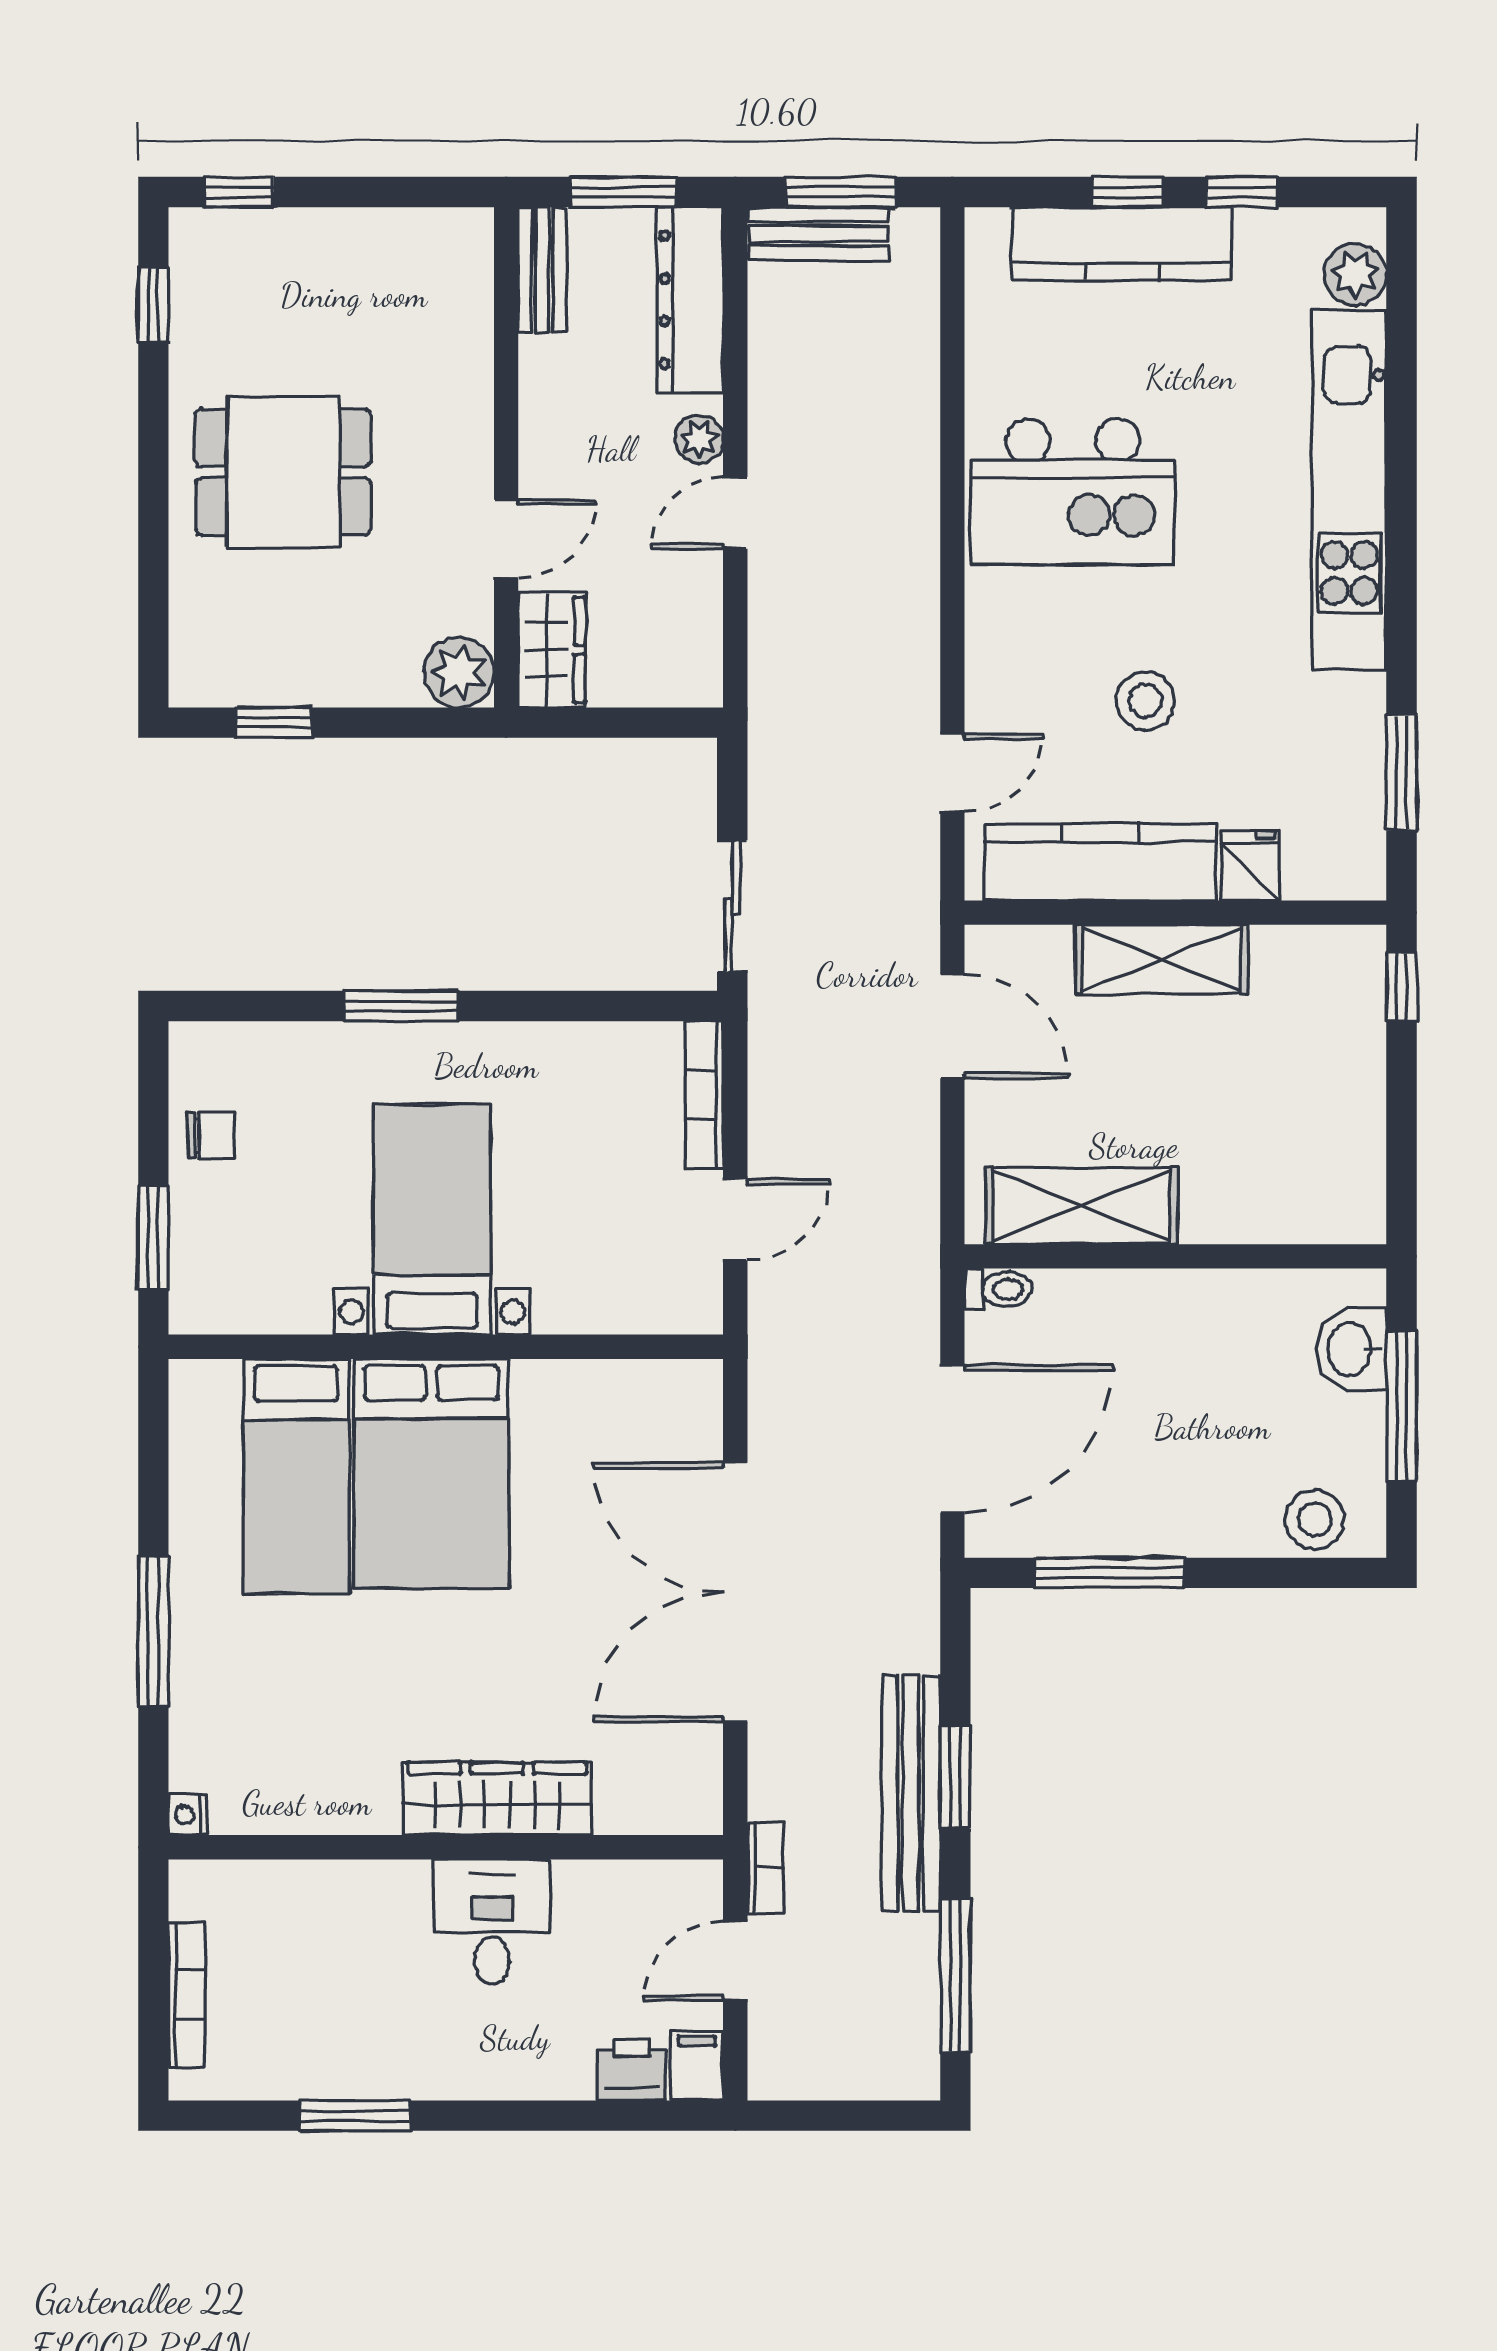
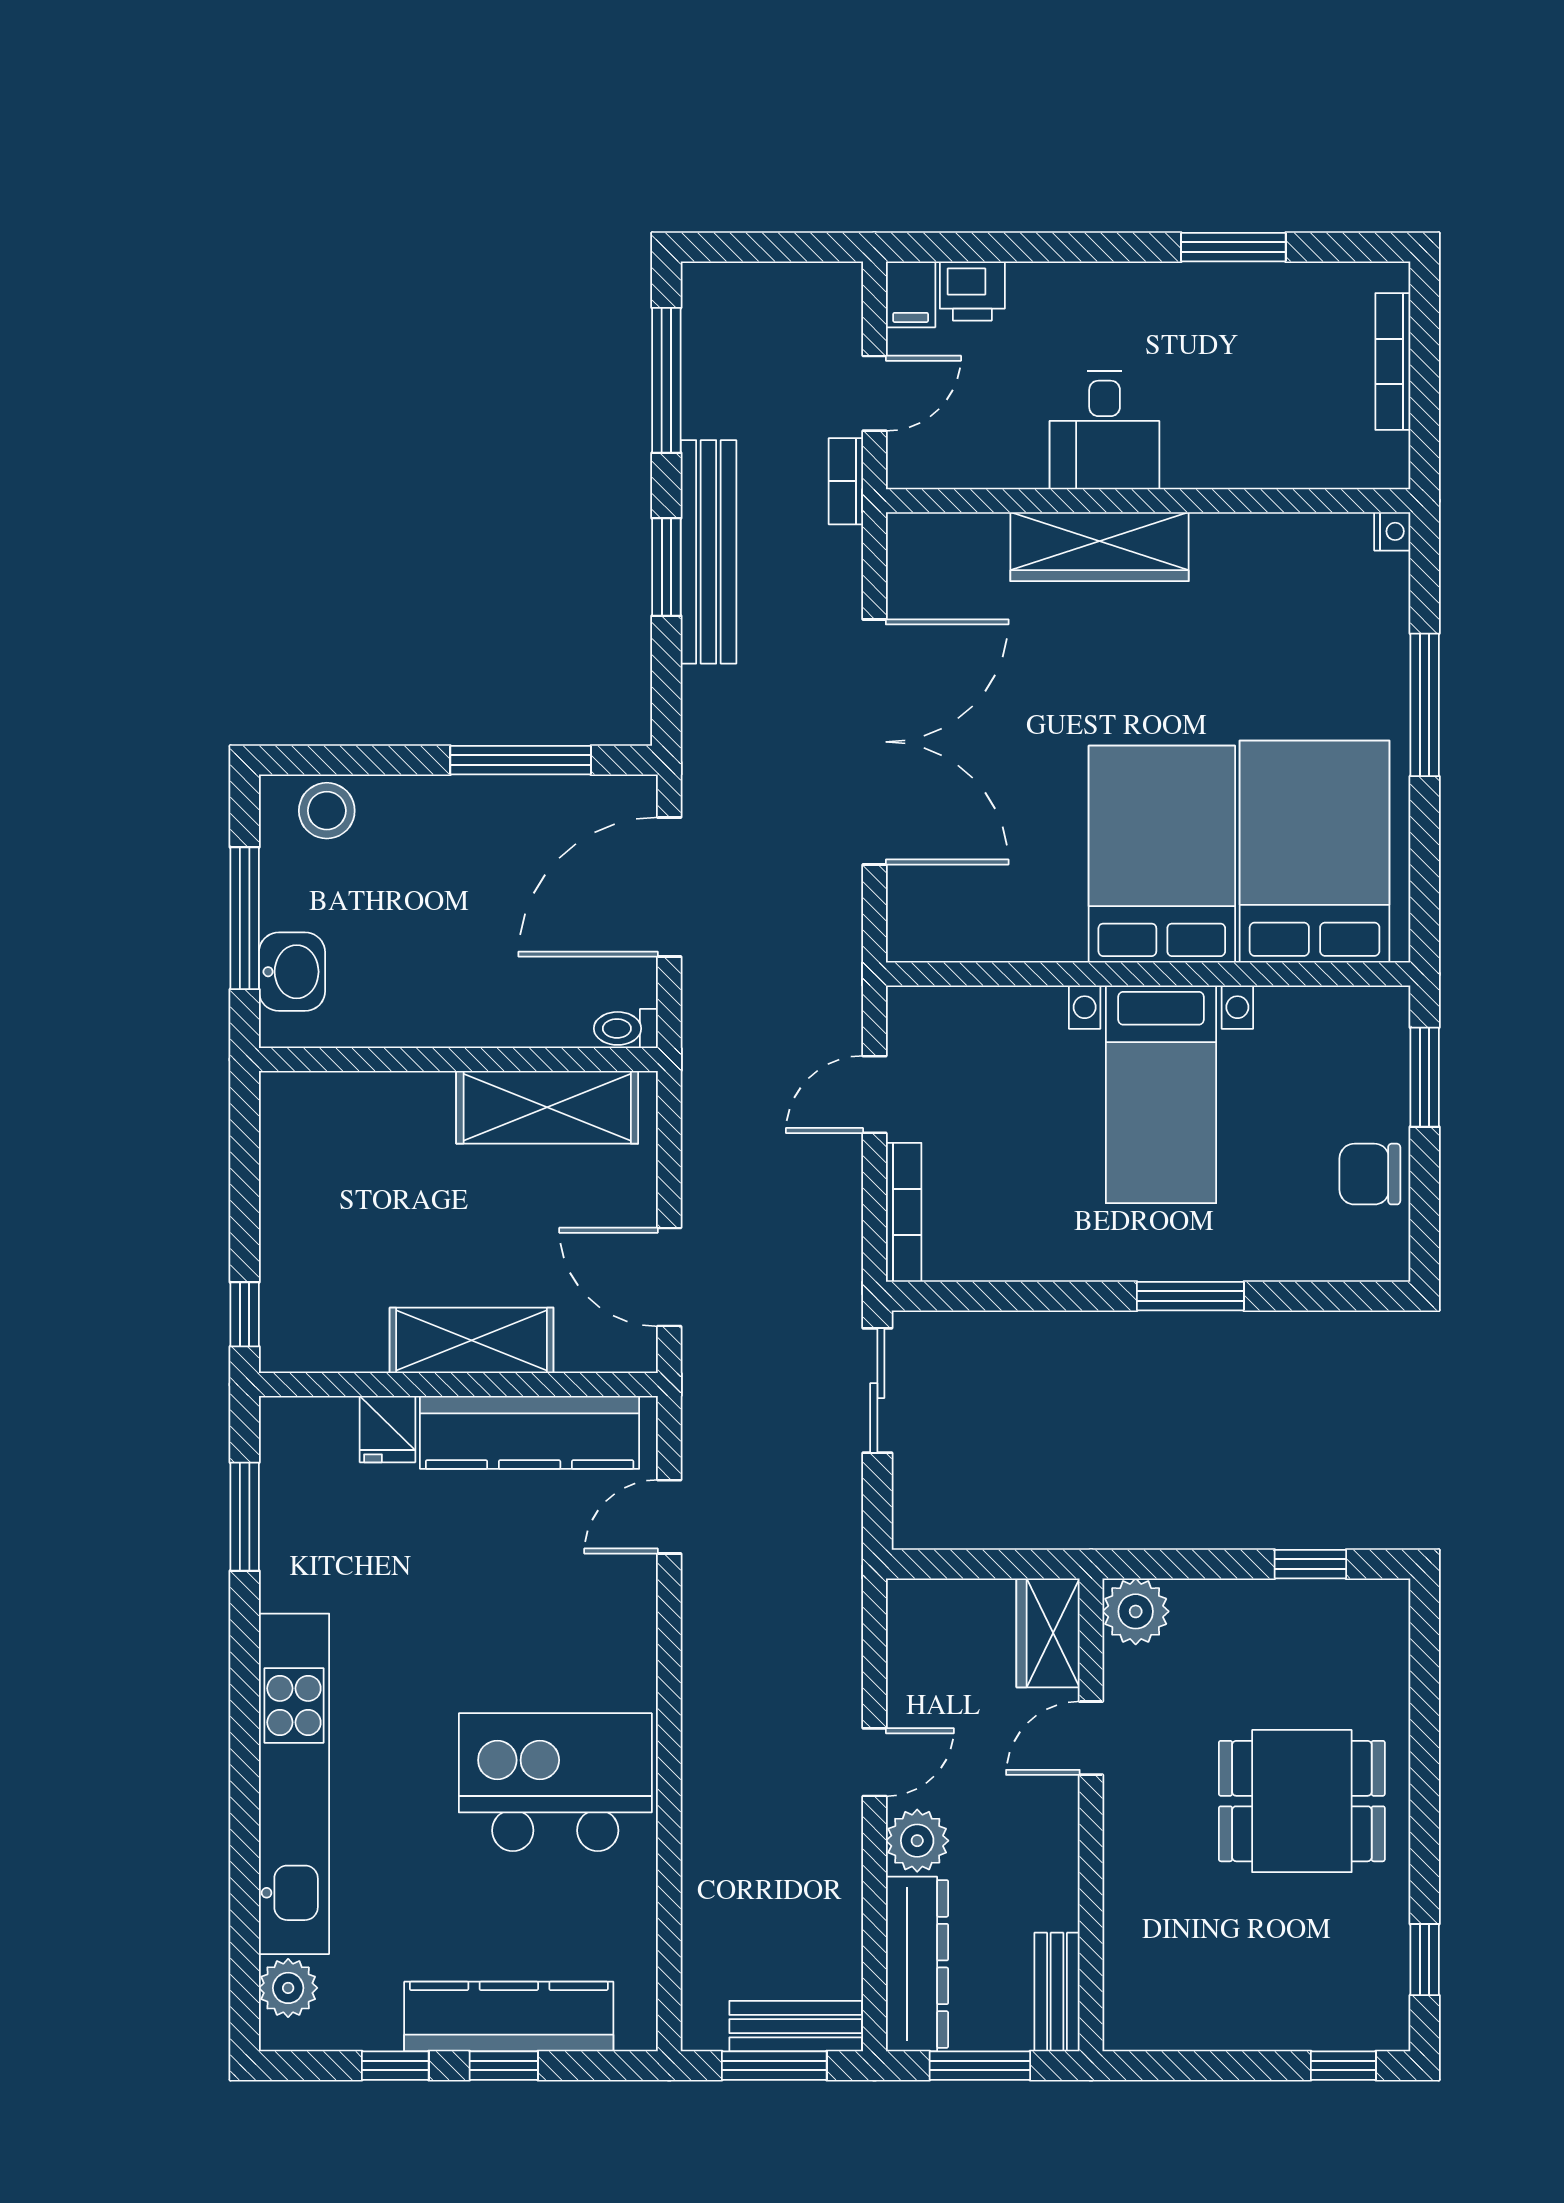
plant: (699, 439) -> (917, 1841), width x1.38, depth x1.38
stool: (1145, 701) -> (487, 1585), removed
chair: (211, 1135) -> (1370, 1174), width x1.37, depth x1.37
bed: (296, 1476) -> (1315, 852), width x1.50

